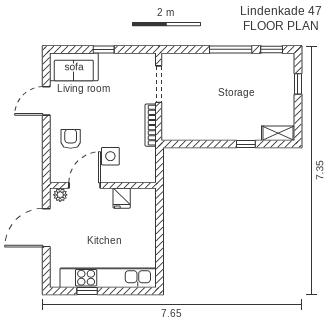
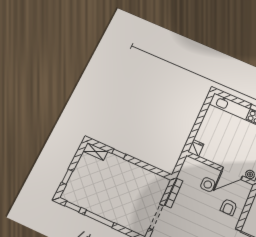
fridge: (122, 198) -> (196, 148), moved

